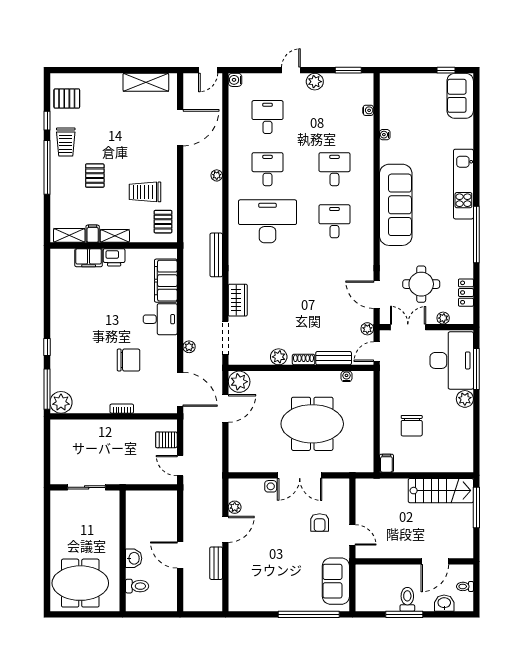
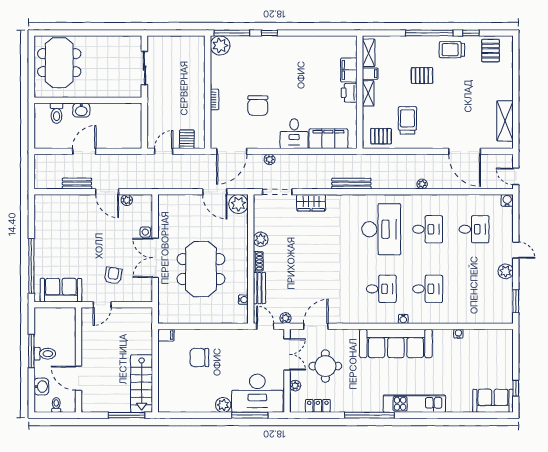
water cooler: (368, 110) -> (403, 319), moved
armchair: (320, 523) -> (113, 276), turned 99

